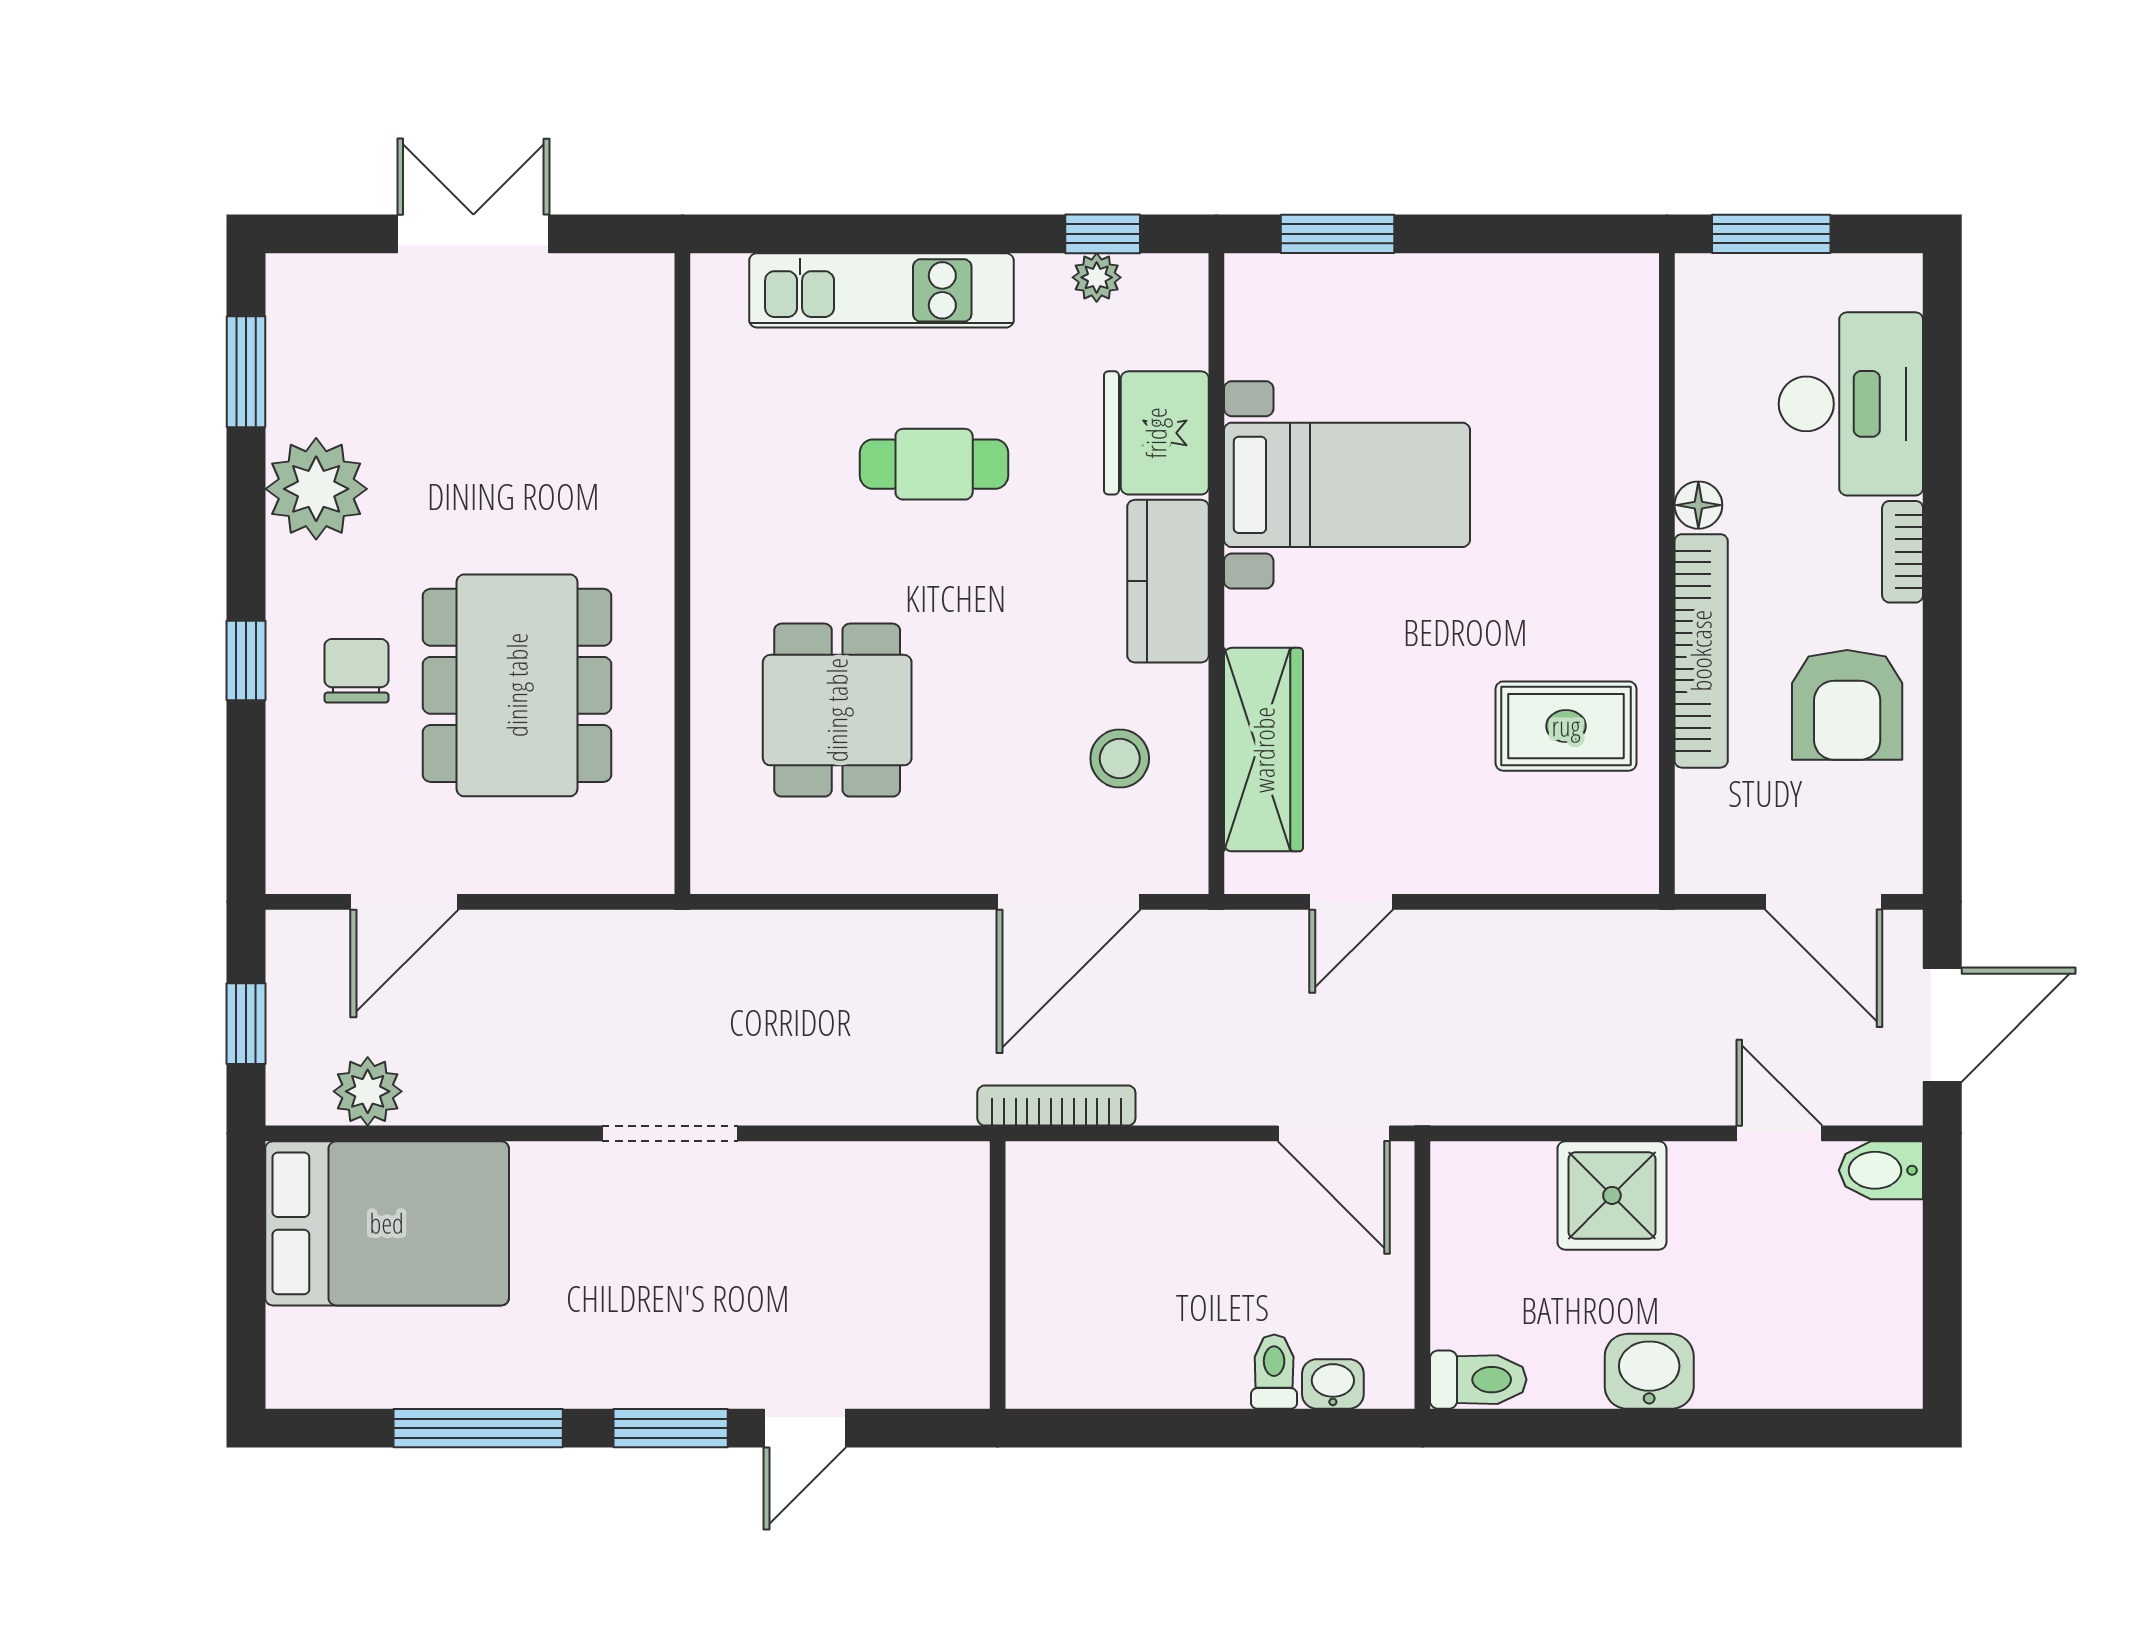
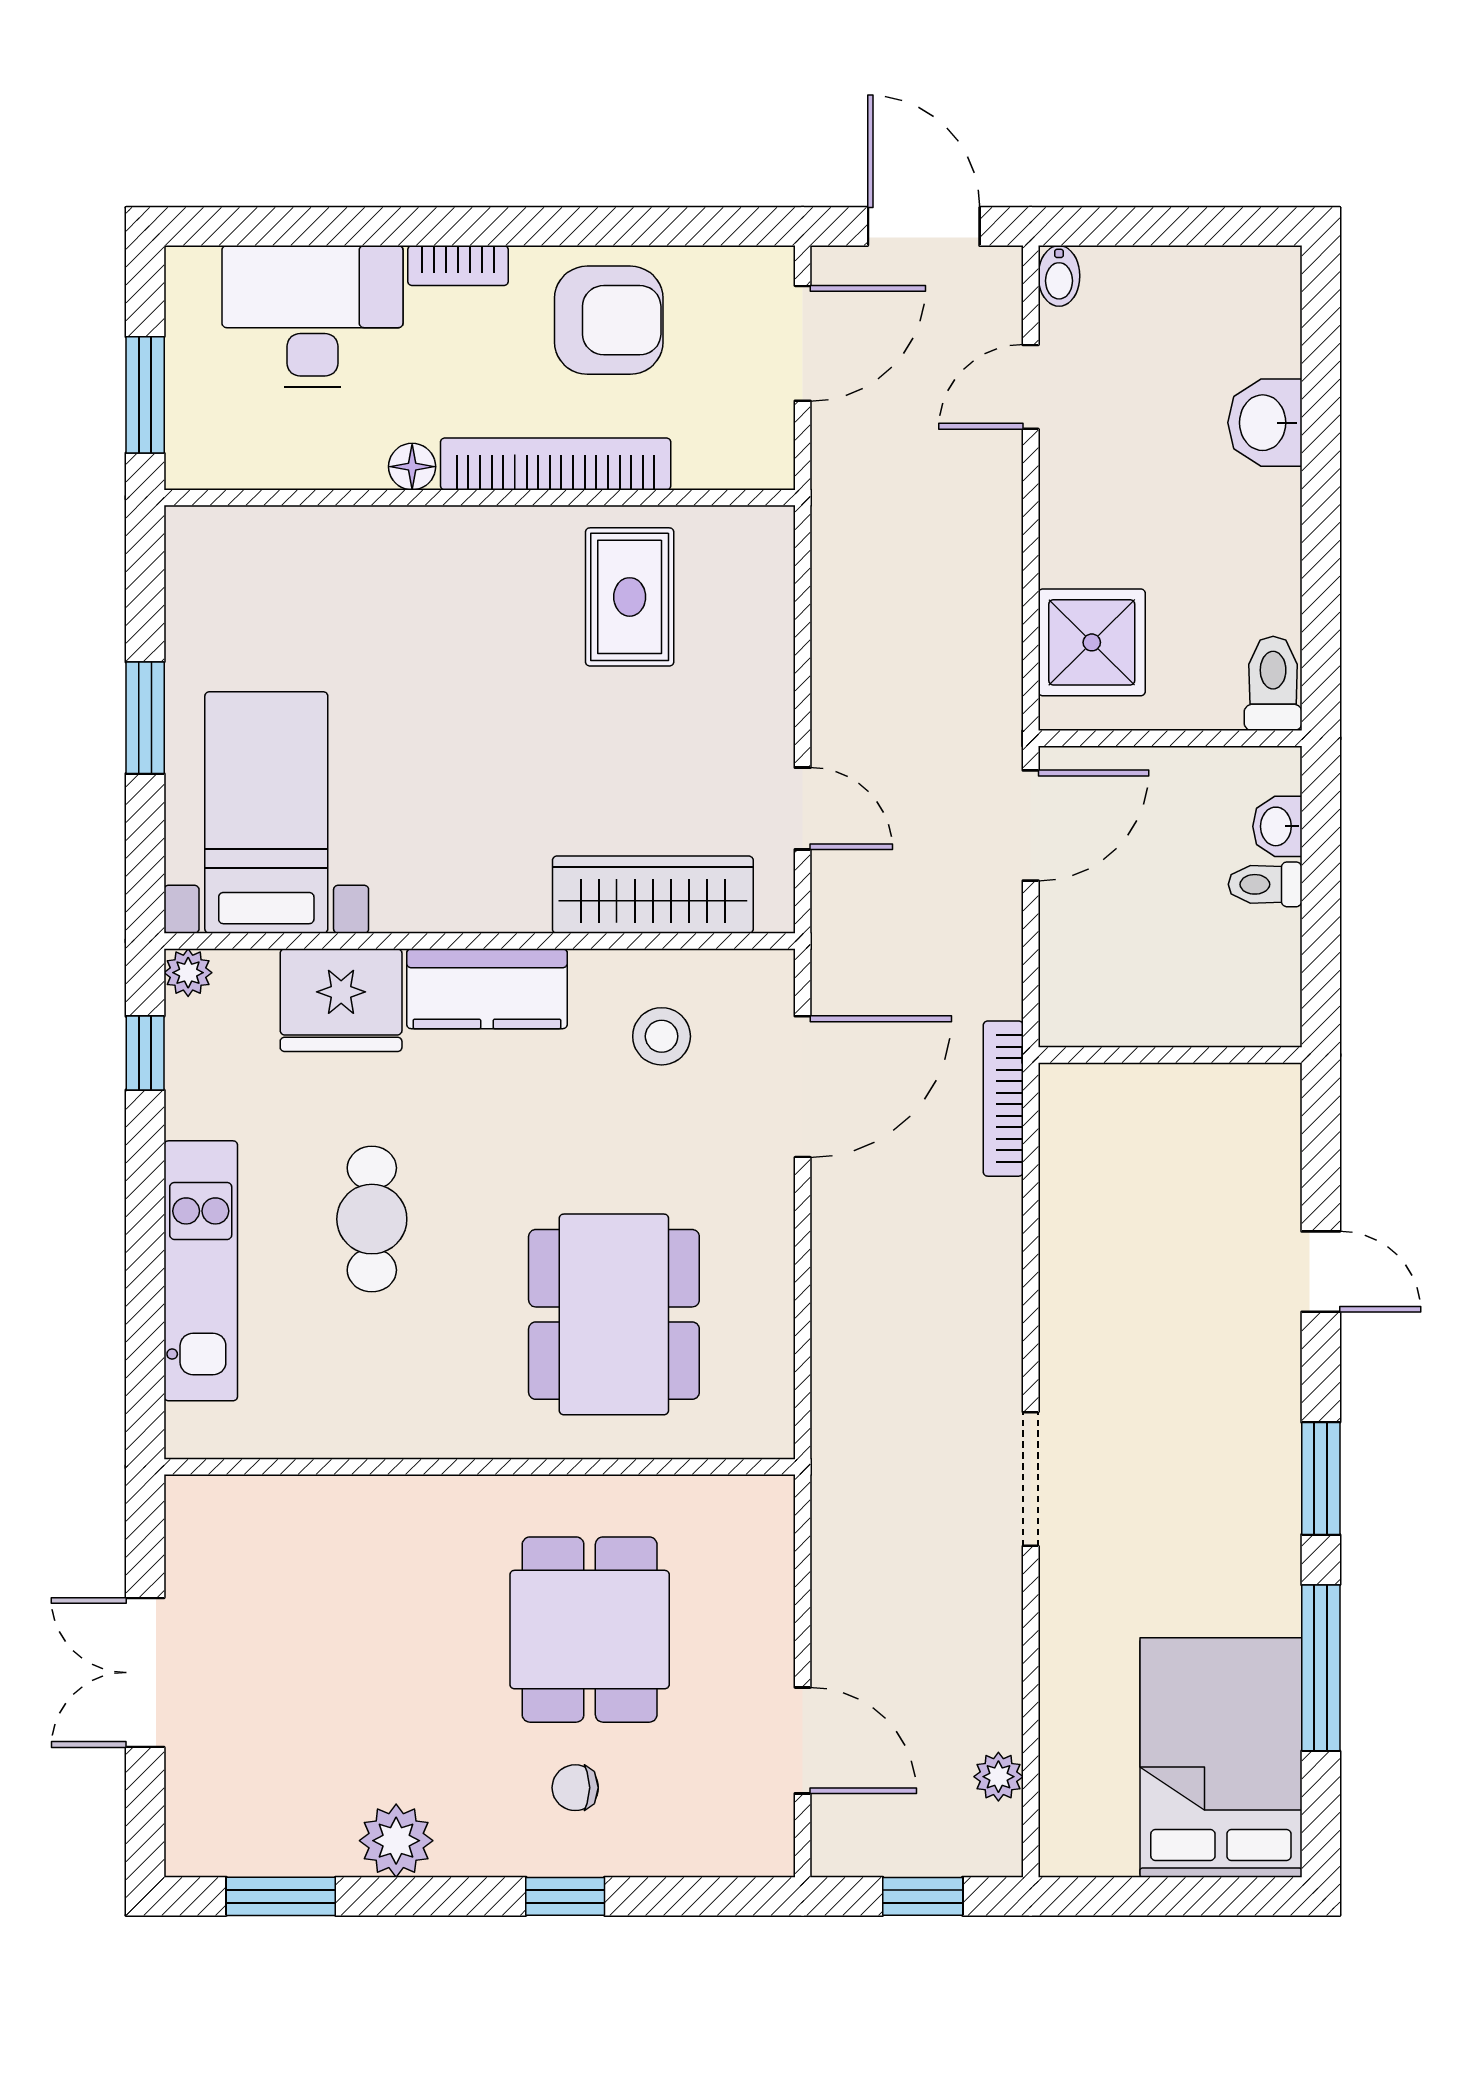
window: (1338, 234) -> (145, 718), moved
plant: (1097, 277) -> (188, 973), moved
bed with nightstands: (1347, 485) -> (266, 813), moved
plant: (316, 489) -> (396, 1841), width x0.73, depth x0.73
chair: (356, 671) -> (575, 1788), width x0.73, depth x0.73
dining table: (517, 685) -> (590, 1630), width x0.73
dining table: (837, 710) -> (614, 1314), width x1.38
door: (1068, 902) -> (803, 1087), hinge flipped
plant: (368, 1091) -> (998, 1777), width x0.73, depth x0.73
bidet: (1881, 1170) -> (1059, 276), width x0.72, depth x0.74
shower: (1612, 1195) -> (1092, 642), moved
bed: (387, 1223) -> (1221, 1758), moved
wall: (998, 1275) -> (1170, 1055), moved
washbasin: (1649, 1371) -> (1265, 423), moved
door: (805, 1428) -> (1321, 1272), moved

